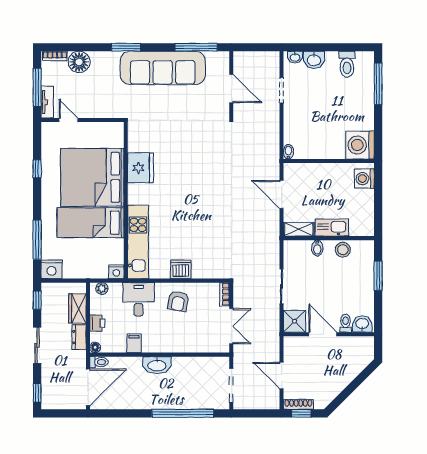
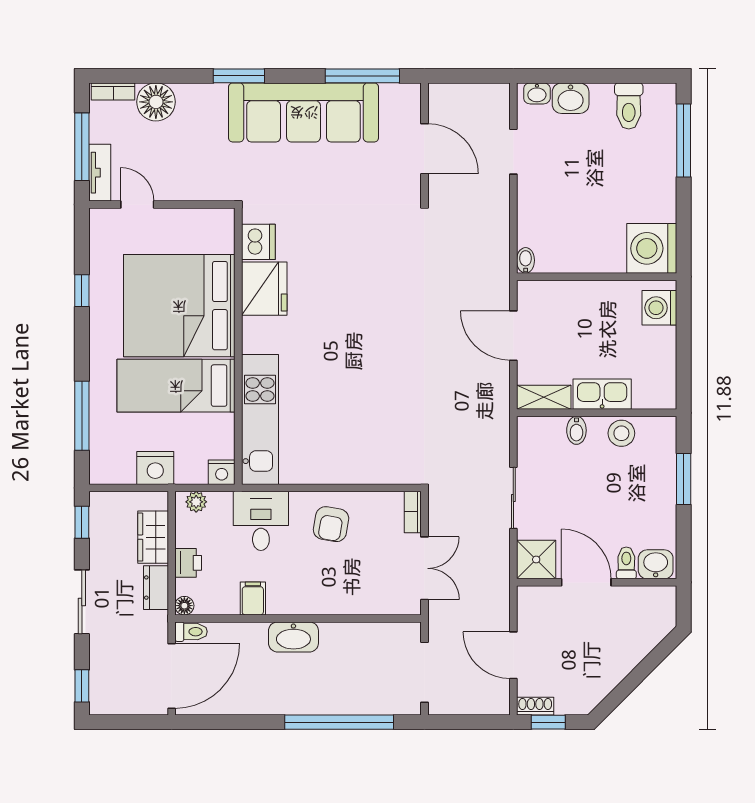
nightstand: (51, 269) -> (155, 468), moved
dishwasher: (181, 269) -> (258, 242), moved, turned 90
shoe rack: (298, 404) -> (535, 706), width x0.70

